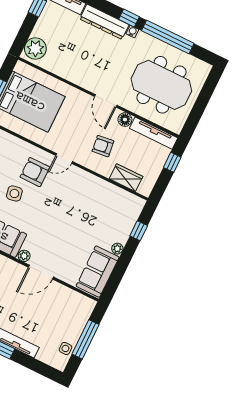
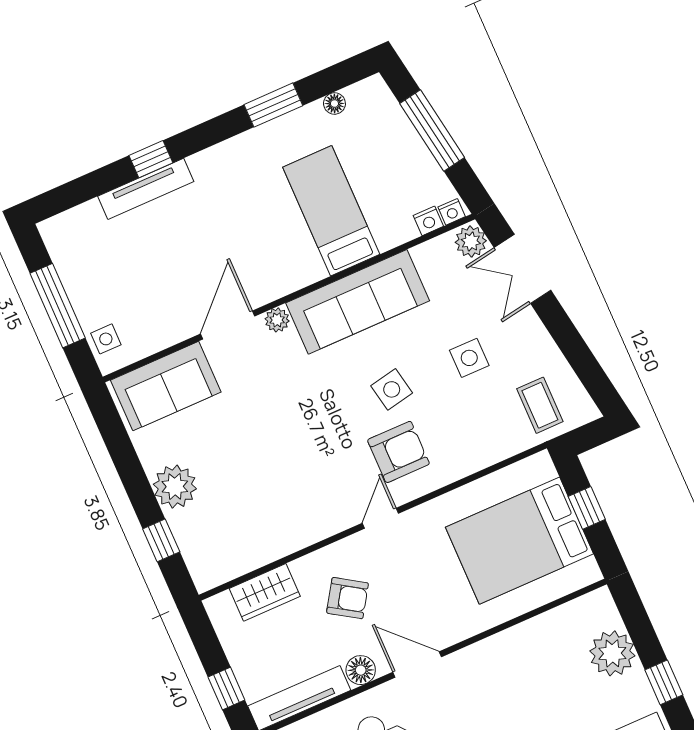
plant: (35, 49) -> (612, 653), moved
armchair: (103, 146) -> (348, 598), turned 40
plant: (117, 249) -> (175, 487), width x1.87, depth x1.87
sofa: (98, 272) -> (166, 386), moved, turned 90
side table: (65, 348) -> (106, 339), moved

